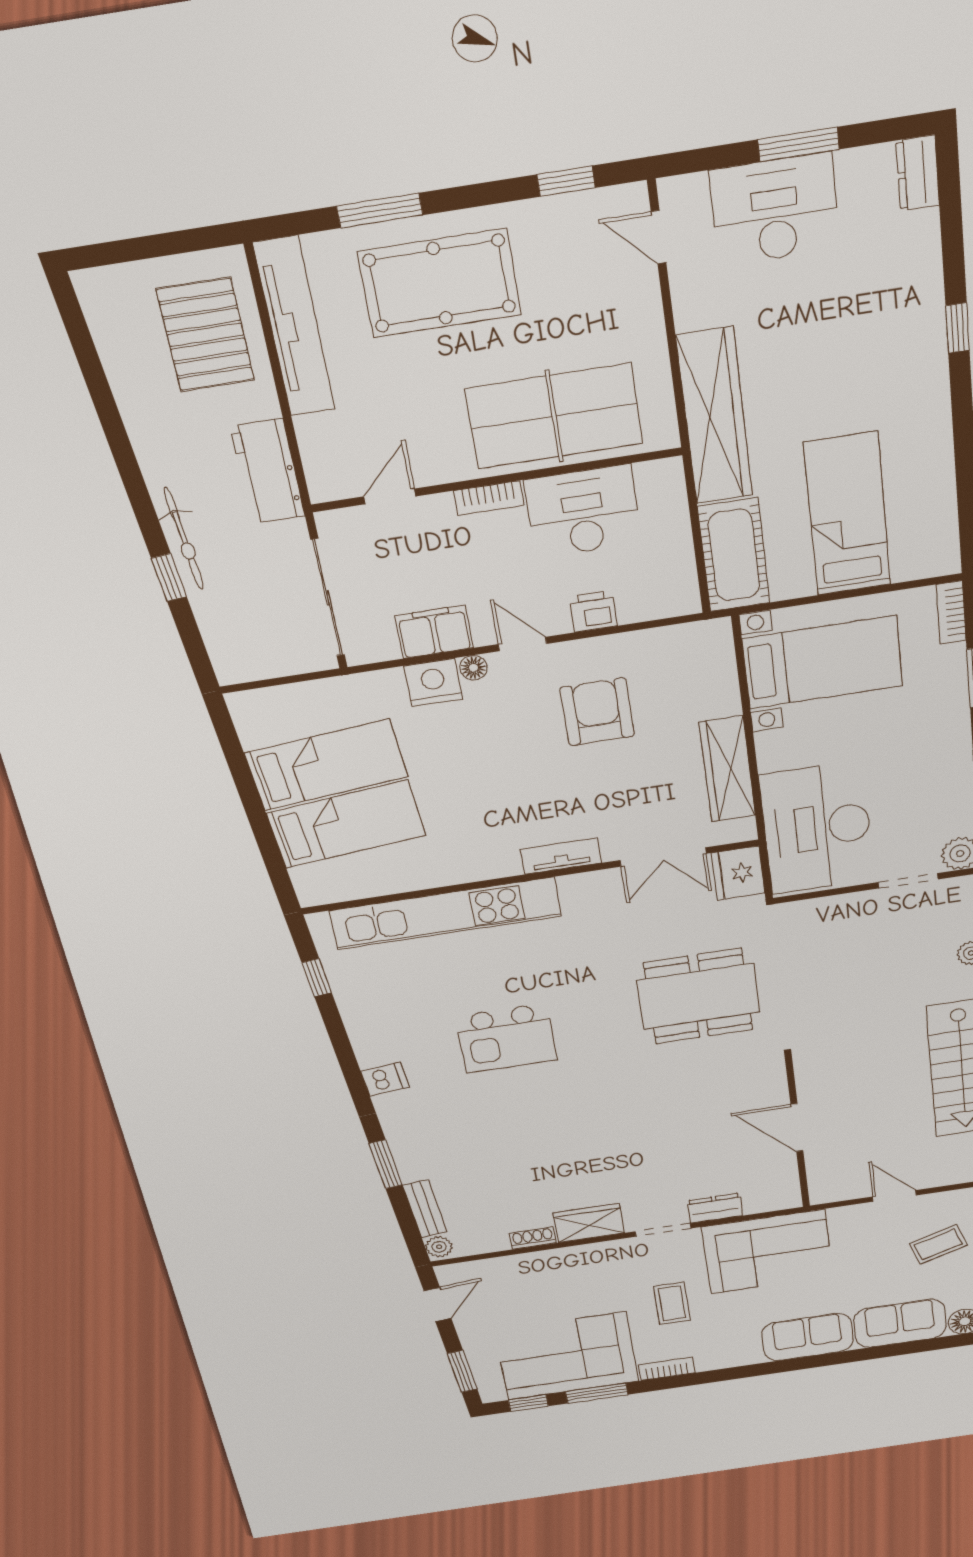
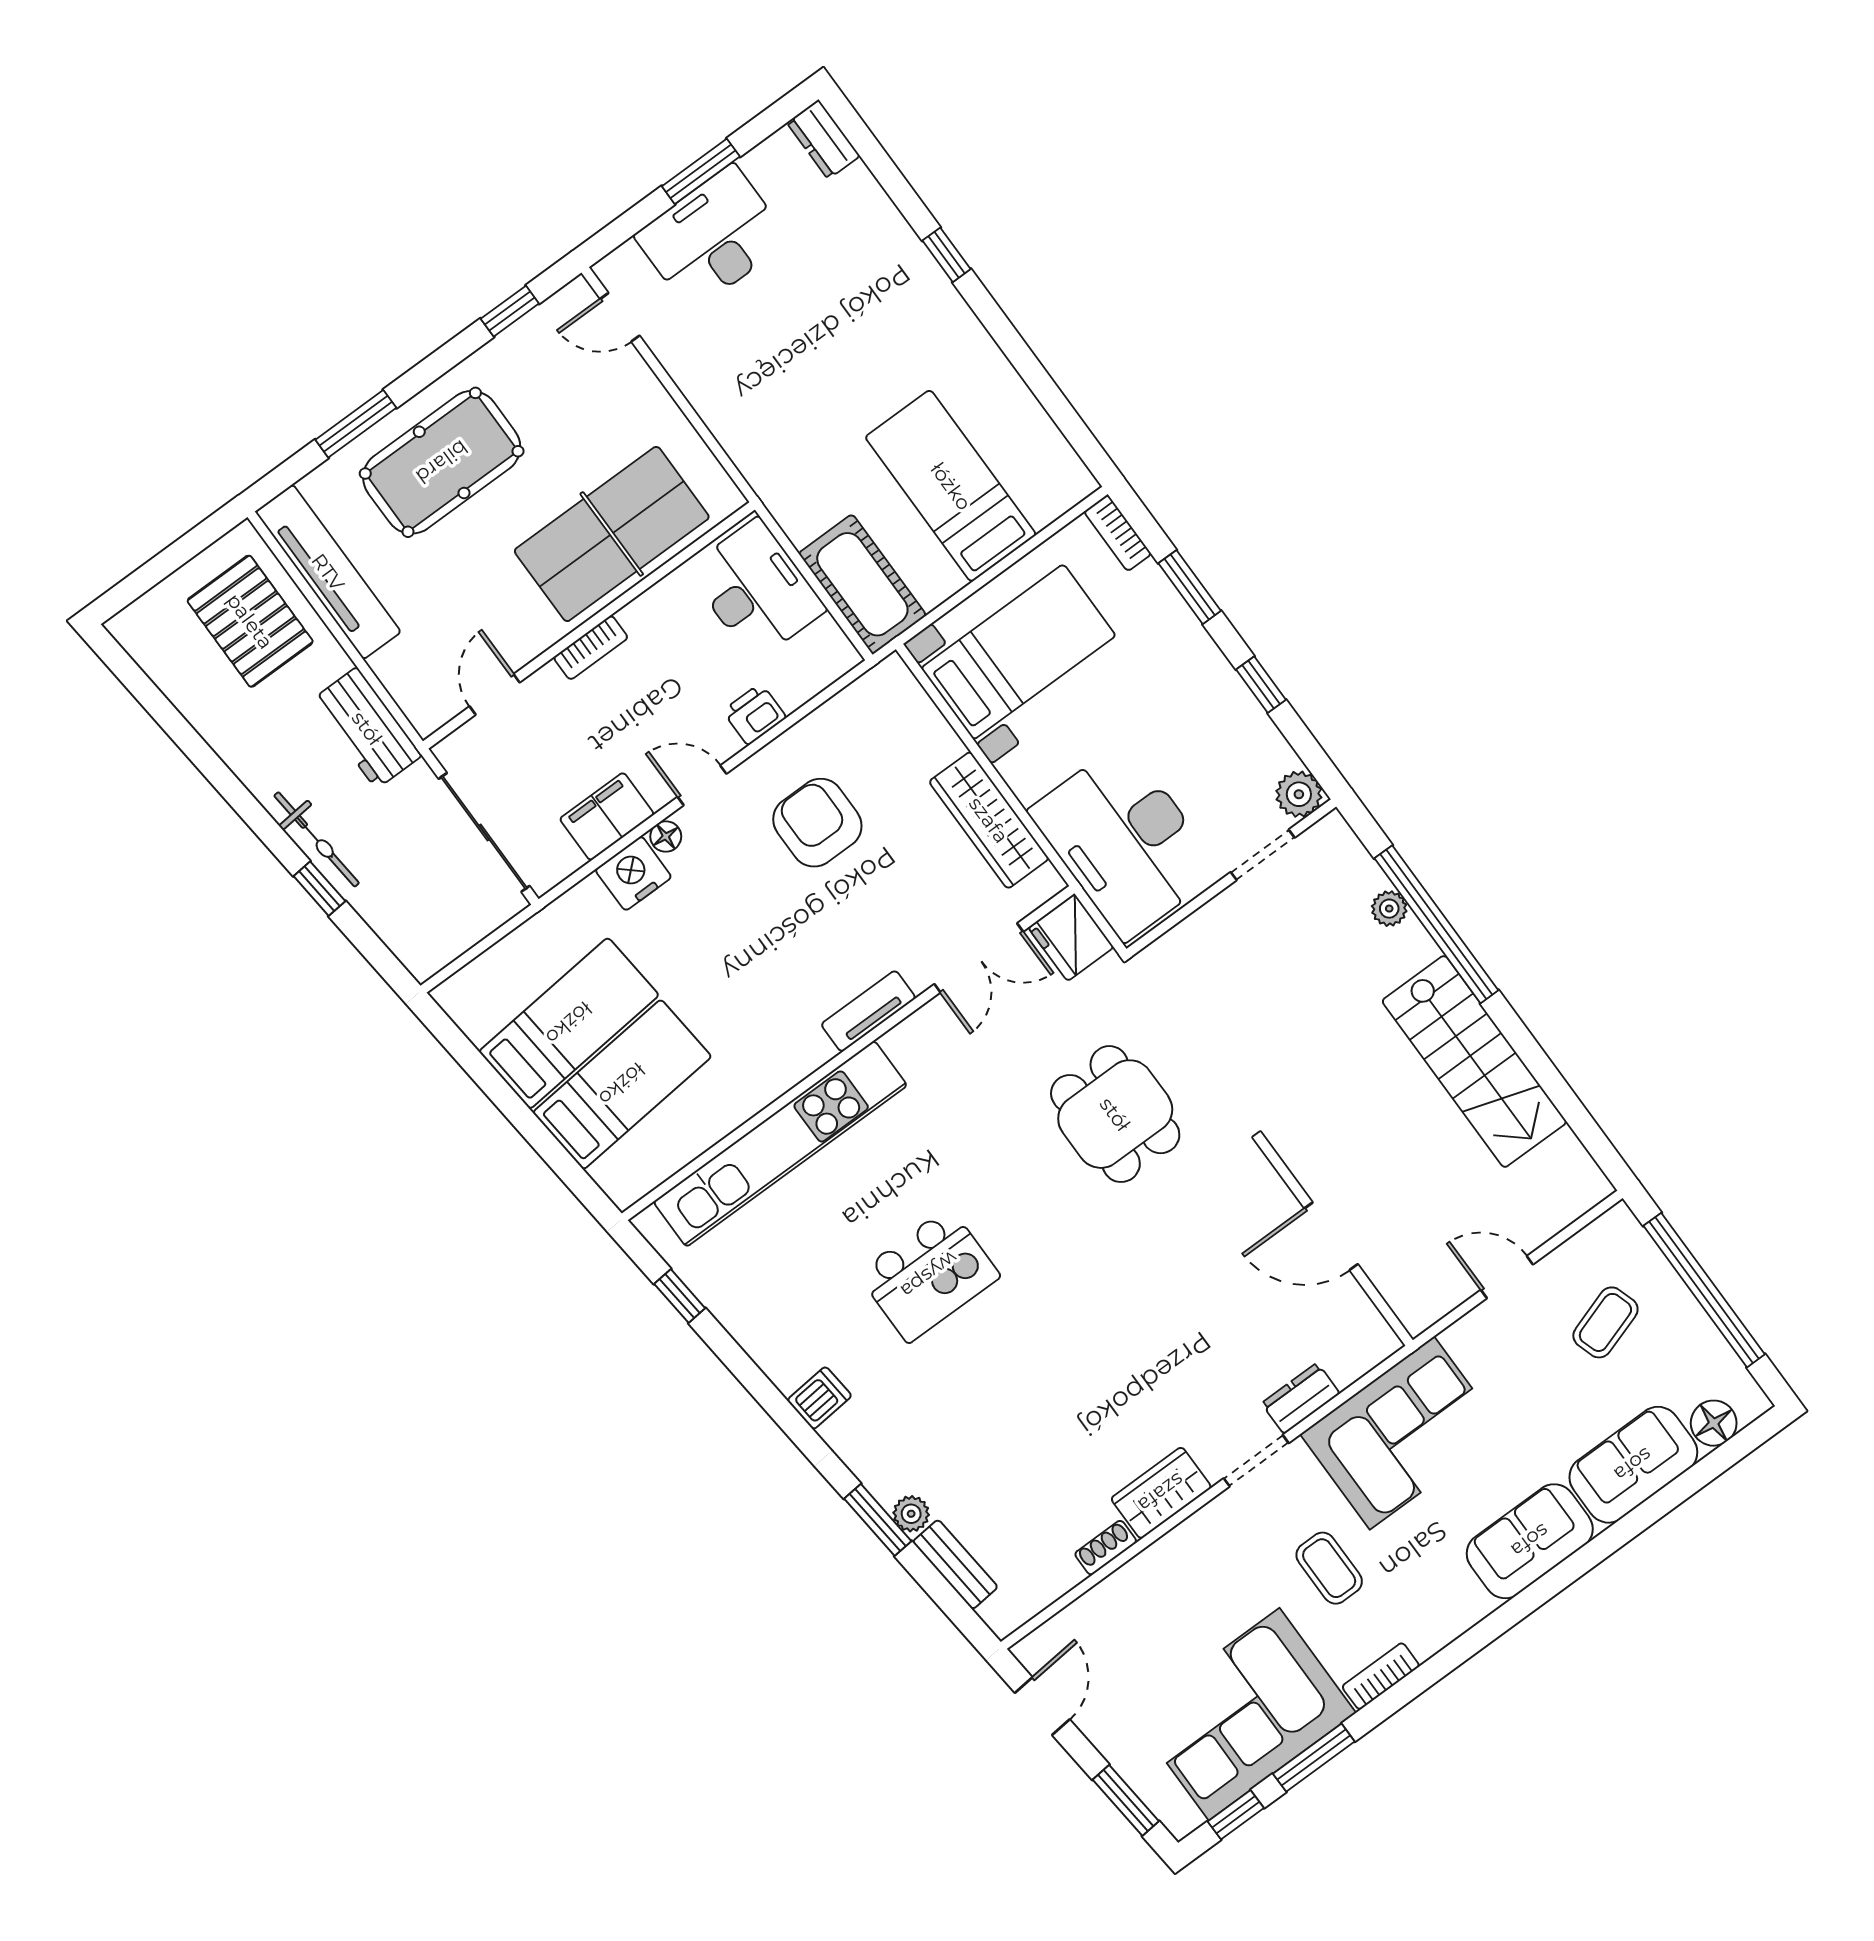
wardrobe: (715, 416) -> (765, 456), removed
desk: (583, 512) -> (756, 590), moved, turned 90
dining table: (698, 996) -> (1115, 1114), width x0.73
plant: (439, 1247) -> (911, 1514), moved

